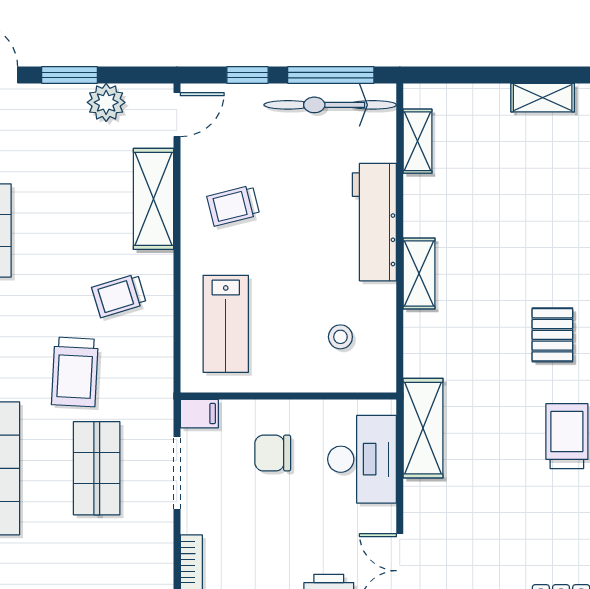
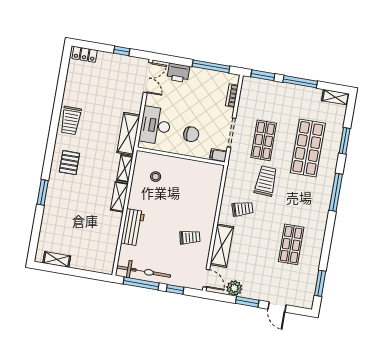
door: (177, 115) -> (206, 278), swing flipped
shelving: (418, 141) -> (125, 168), moved
workbench: (374, 222) -> (133, 227), width x0.73
lab bench: (226, 324) -> (201, 190), removed

